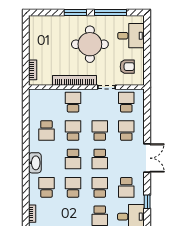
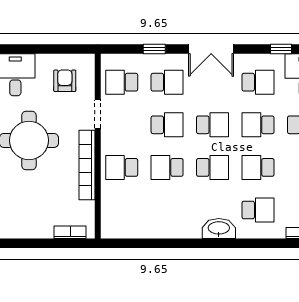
window: (147, 123) -> (154, 49), added
school desk: (46, 131) -> (167, 210), removed
school desk: (100, 131) -> (167, 125), turned 180
school desk: (126, 131) -> (167, 82), turned 180
double door: (147, 158) -> (211, 49), swing flipped
school desk: (46, 187) -> (258, 210), turned 180

